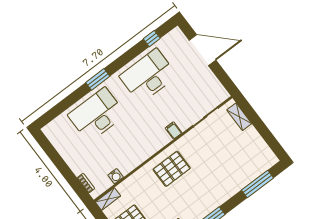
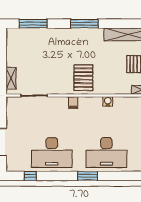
filing cabinet: (174, 130) -> (73, 103), moved
pallet: (172, 169) -> (83, 78), turned 90
water cooler: (116, 176) -> (108, 101), moved

